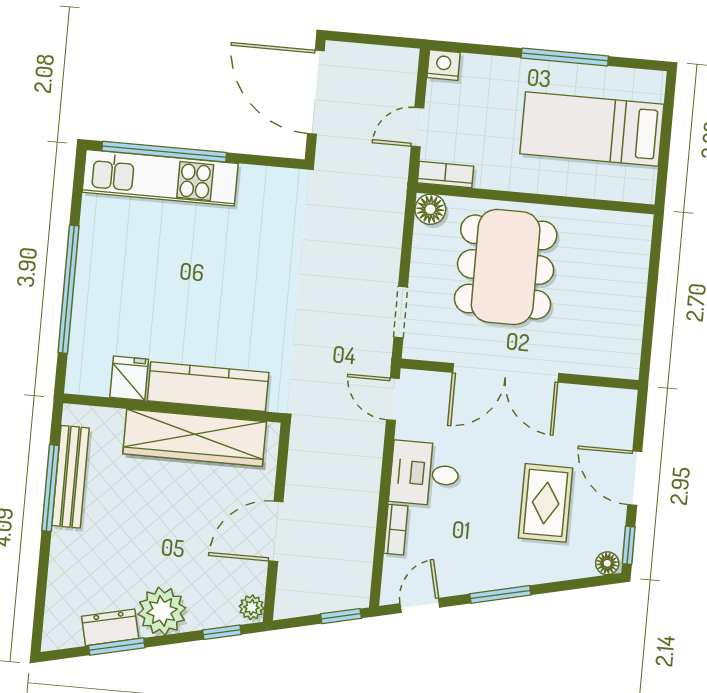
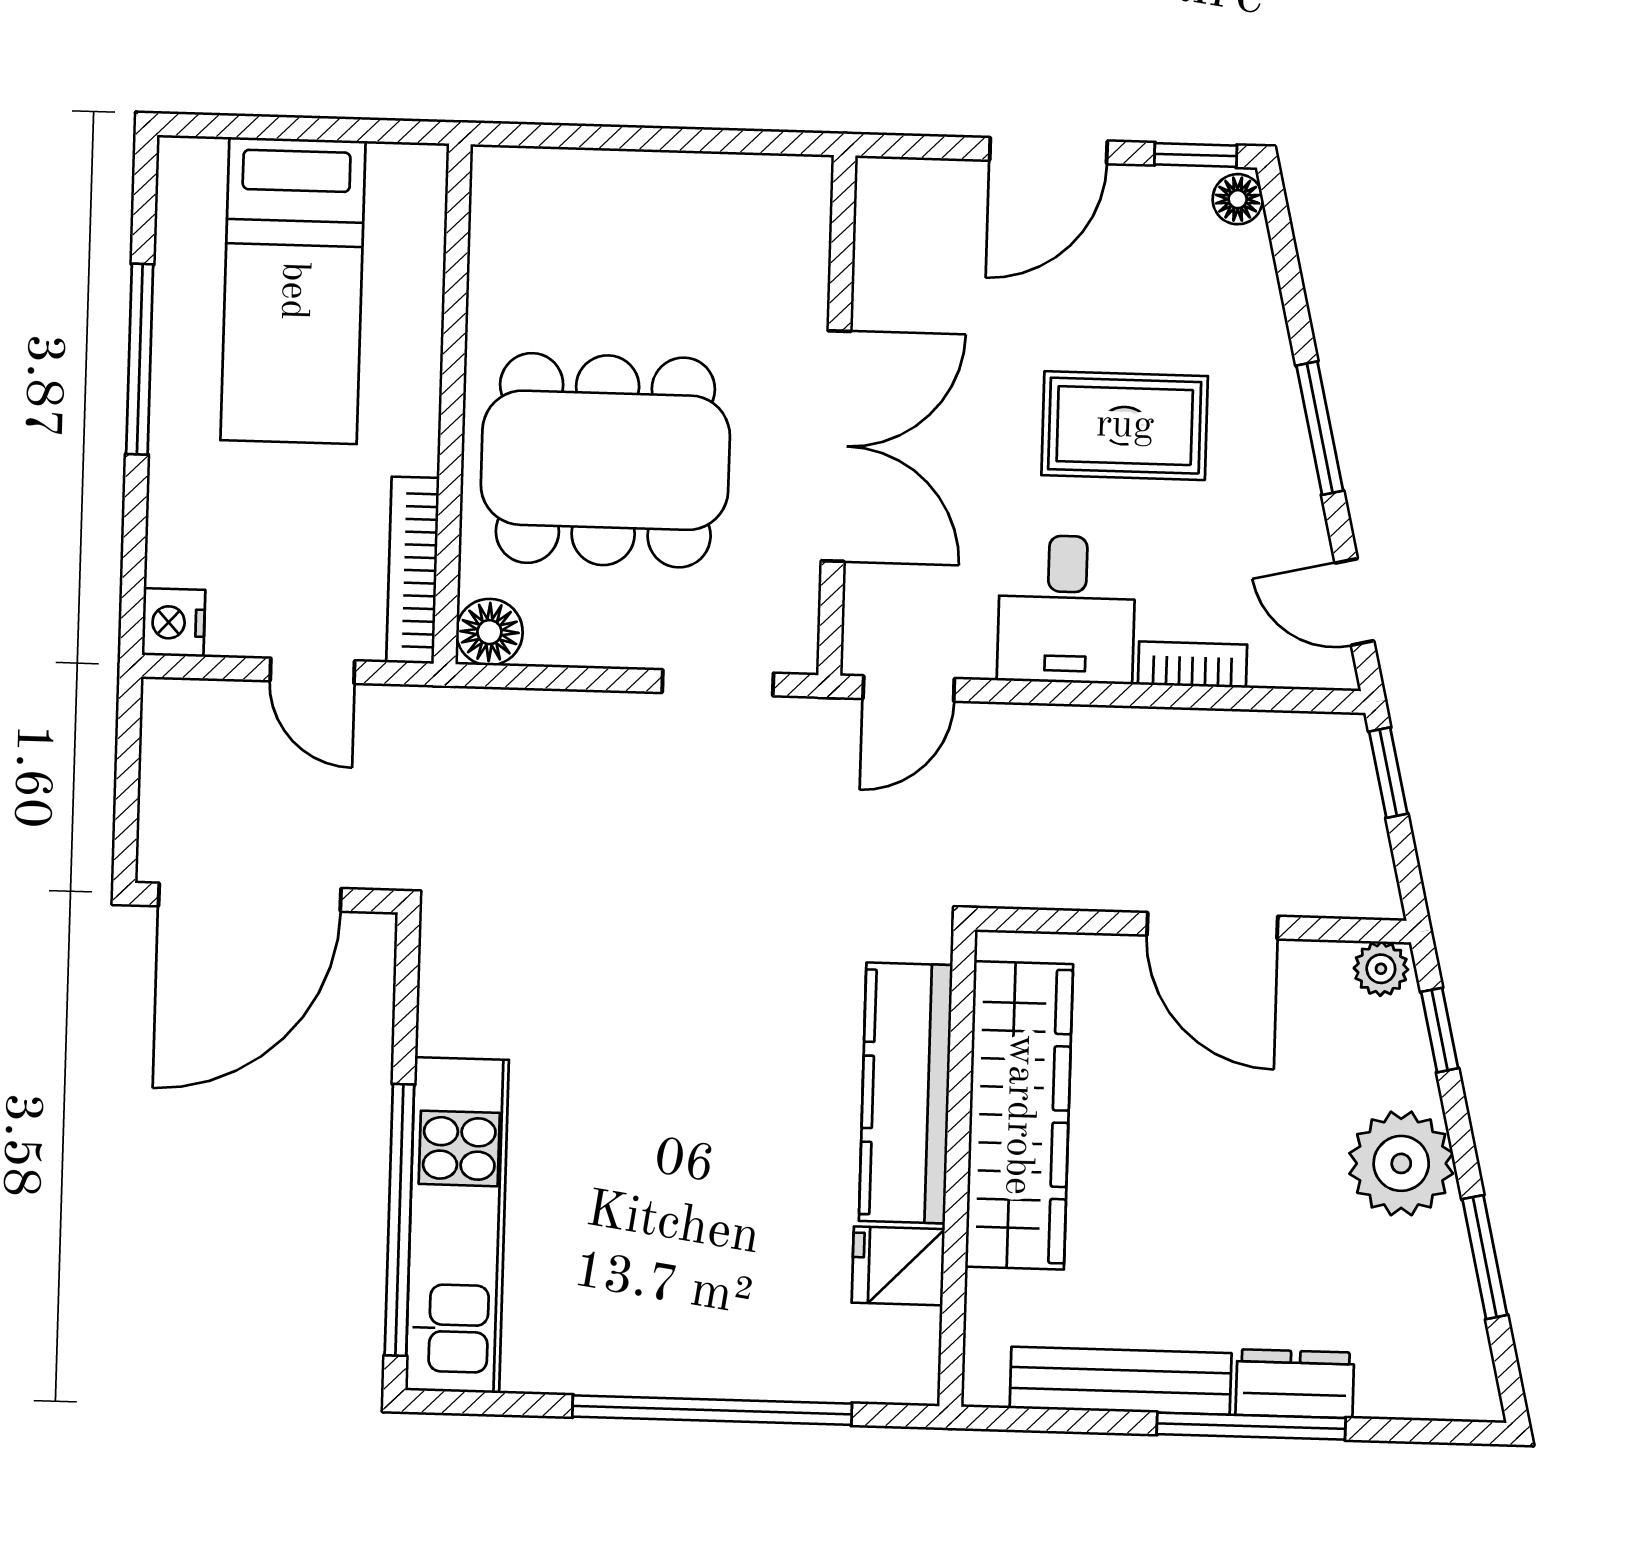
bookcase: (446, 175) -> (413, 570), width x1.56
window: (50, 488) -> (1251, 1426), moved
rug: (546, 503) -> (1125, 426), moved
dresser: (110, 627) -> (1295, 1384), moved, turned 103

